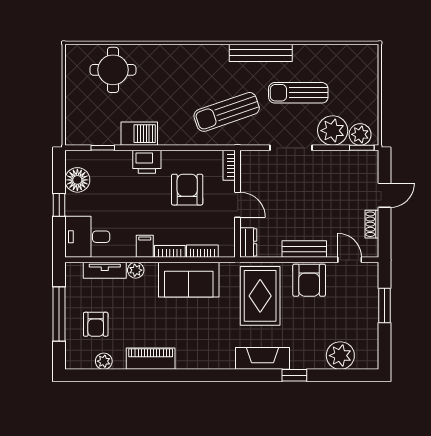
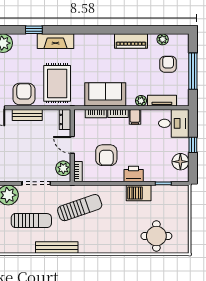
plant: (251, 170) -> (63, 168), added

